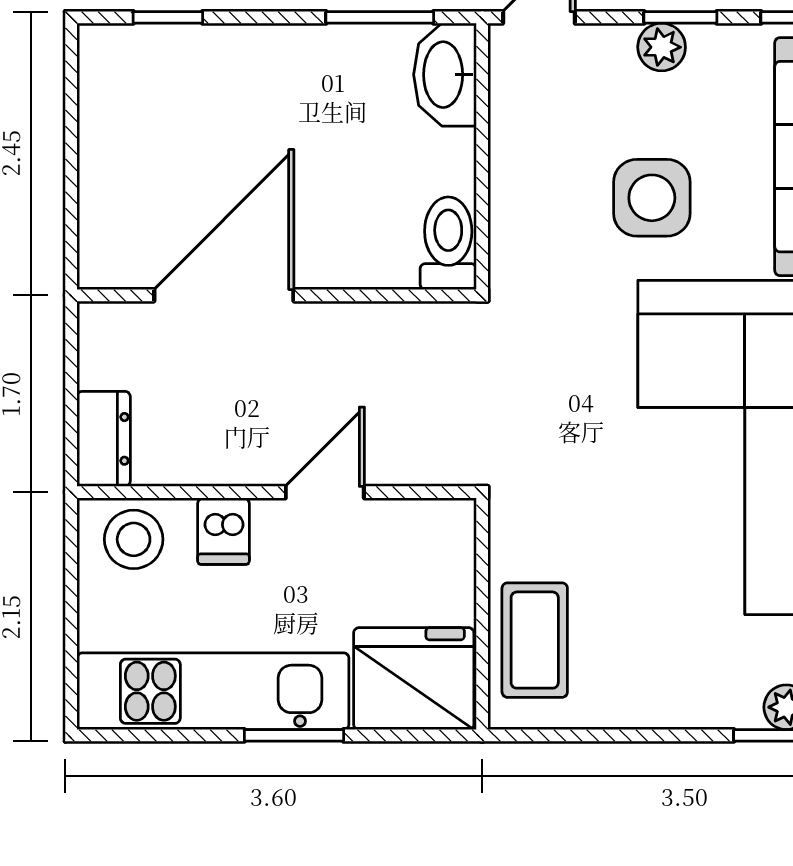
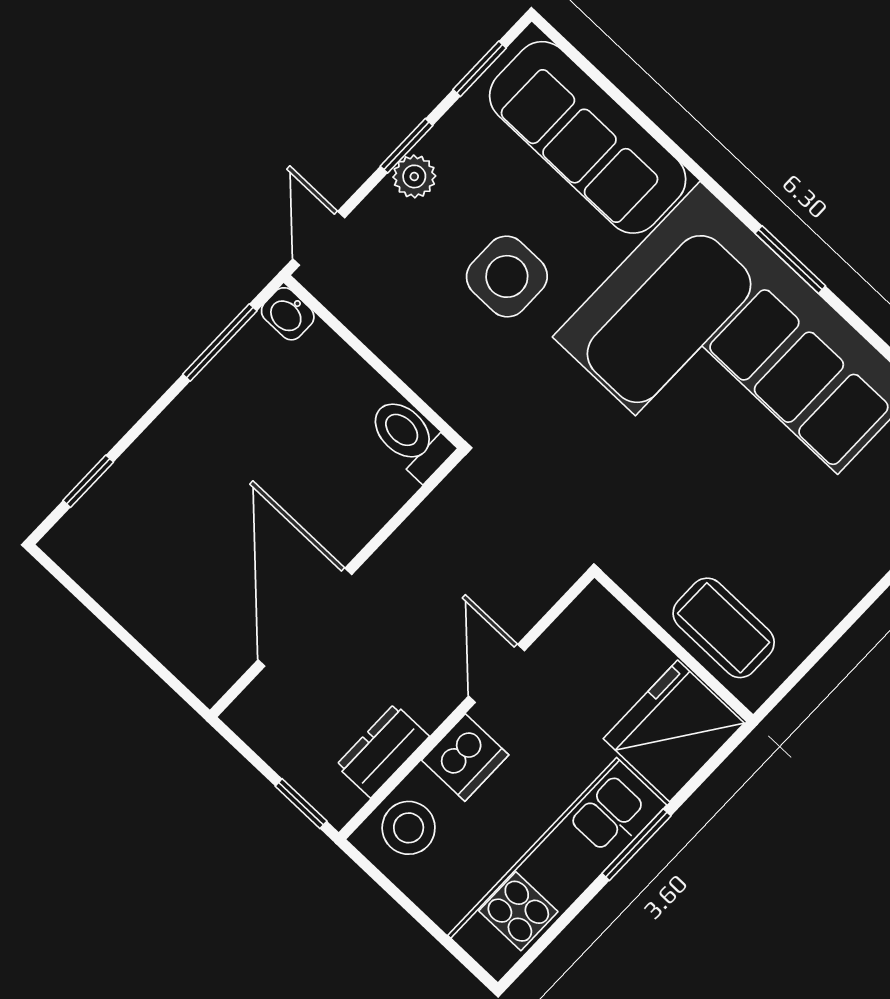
washbasin: (445, 75) -> (288, 314), width x0.52, depth x0.69
window: (71, 434) -> (301, 804), added
dresser: (104, 439) -> (383, 751), moved, turned -90
dishwasher: (223, 531) -> (465, 758), width x1.38

